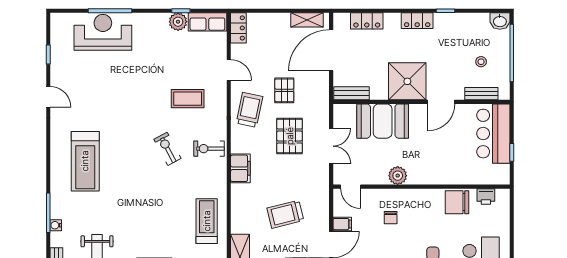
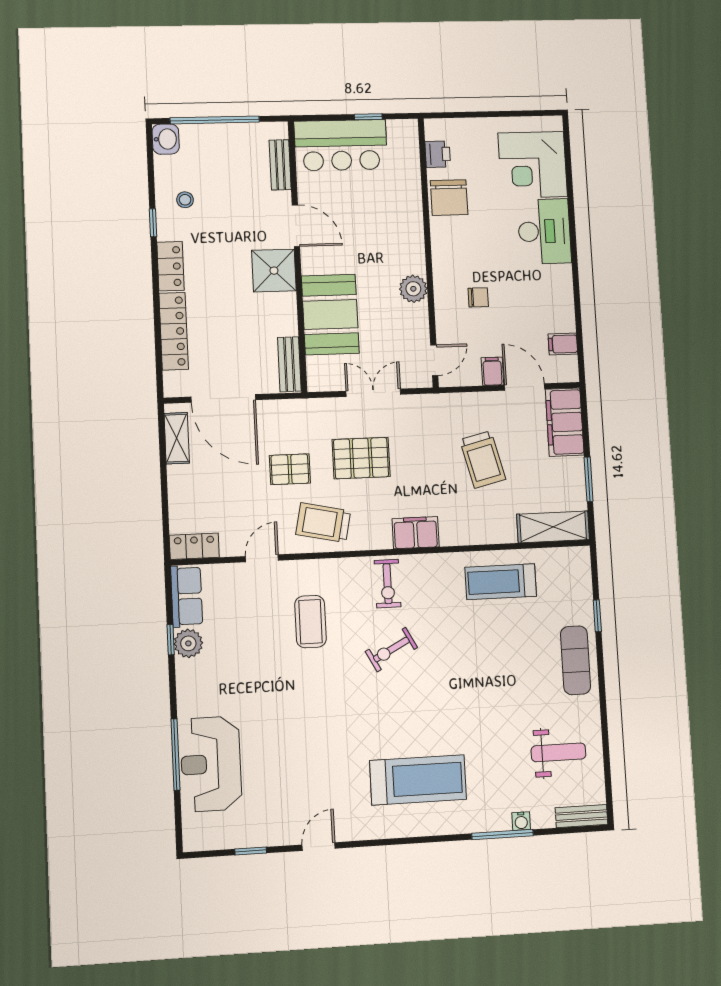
locker: (367, 21) -> (174, 331), width x1.53
stool: (481, 62) -> (185, 200), moved
shower: (407, 81) -> (274, 271), width x0.73, depth x0.73

